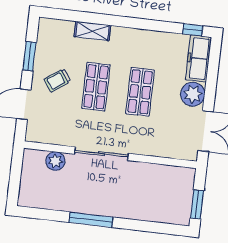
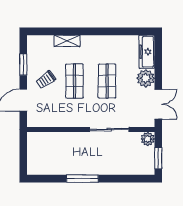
window: (193, 30) -> (140, 31), removed
sliding door: (101, 154) -> (109, 130), moved
plant: (55, 161) -> (148, 139), moved

